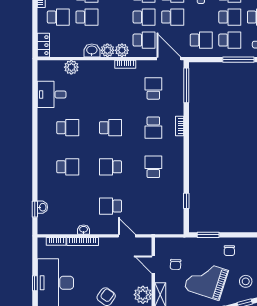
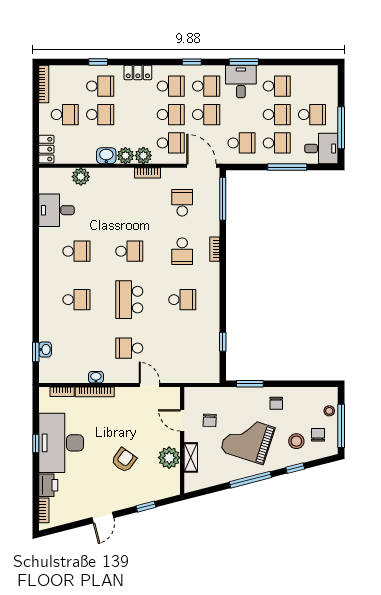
school desk: (111, 167) -> (129, 300), width x1.85
school desk: (153, 167) -> (182, 300), turned 90

